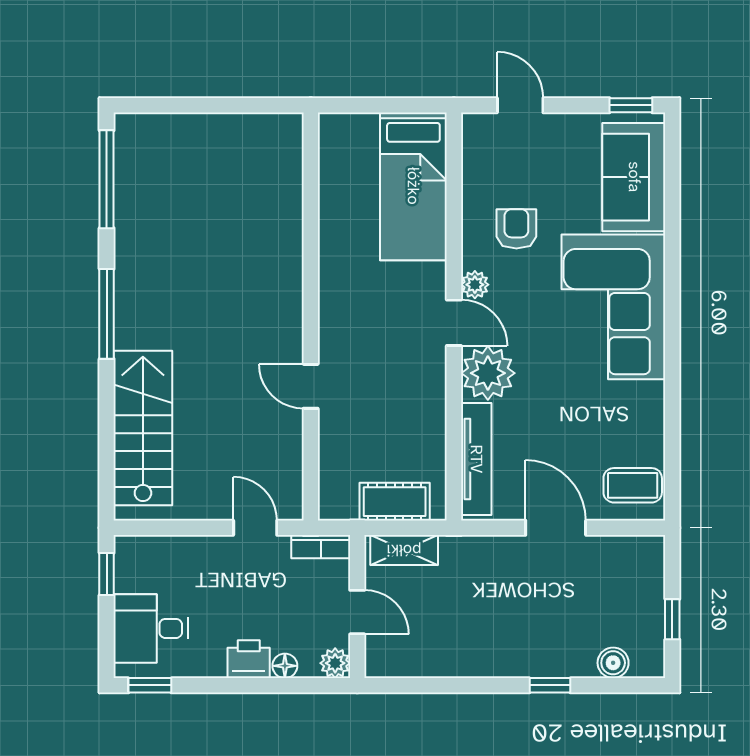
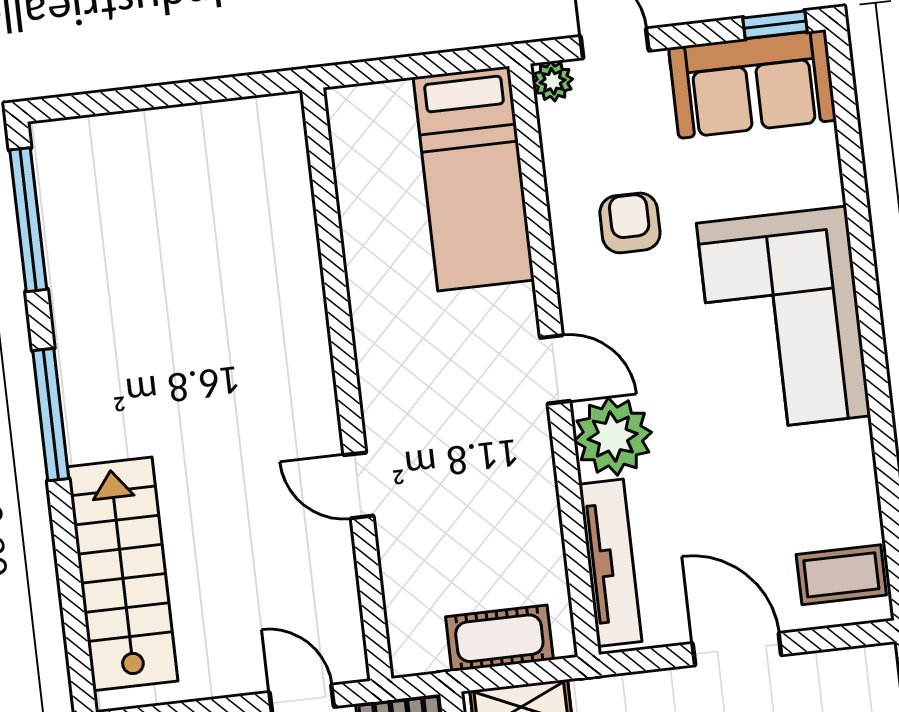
sofa: (634, 177) -> (752, 84), moved, turned -90
plant: (475, 285) -> (553, 81), moved

